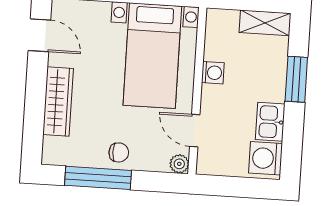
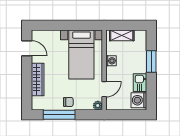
shelving: (265, 23) -> (122, 35), moved
door: (195, 131) -> (104, 89), swing flipped

